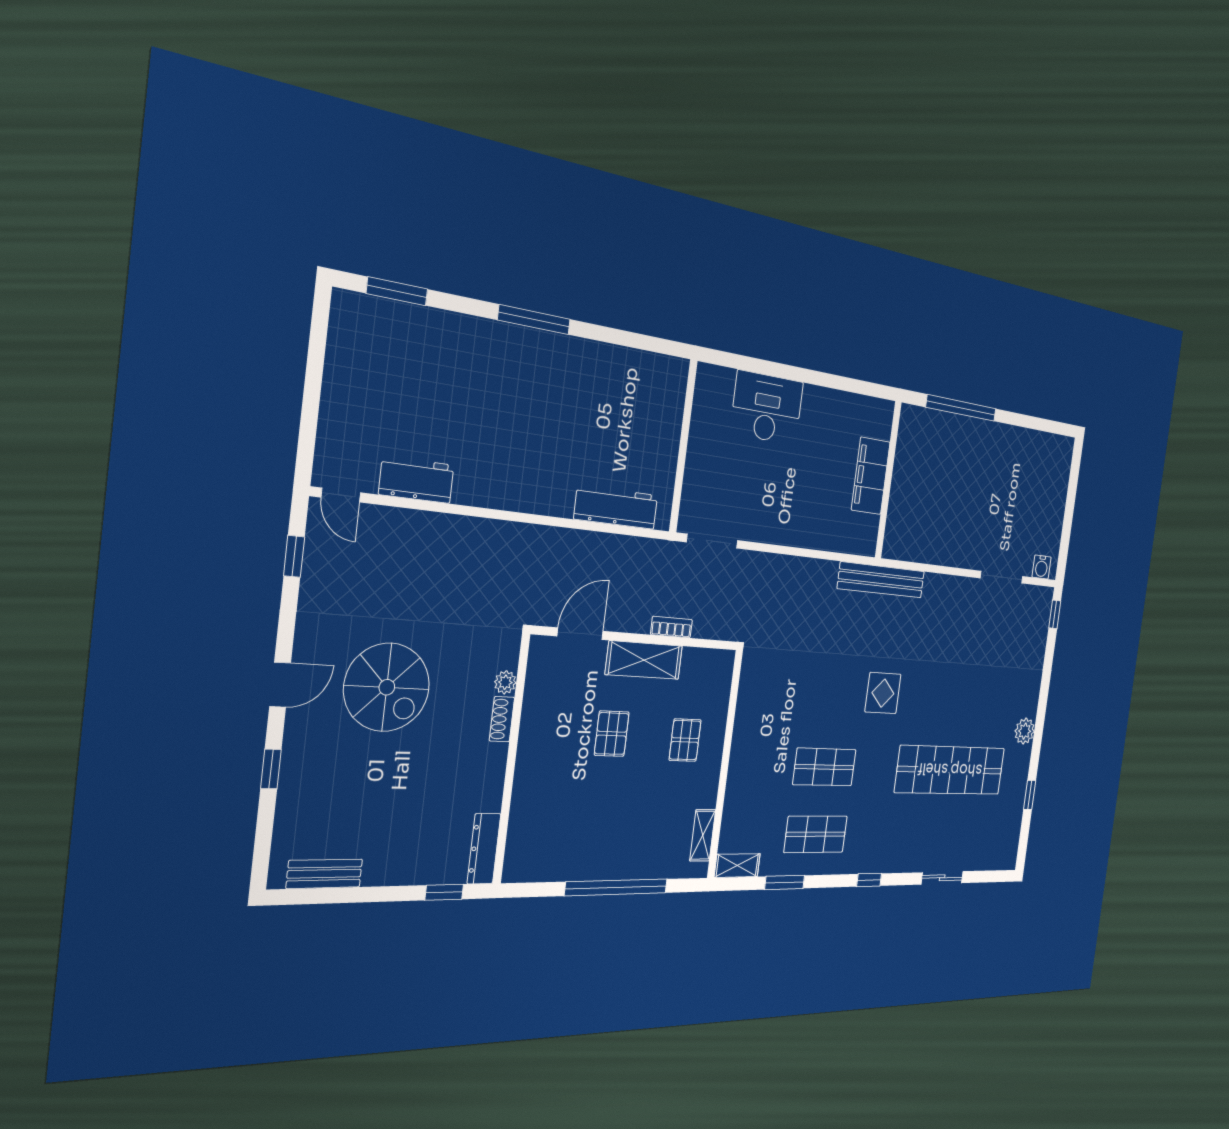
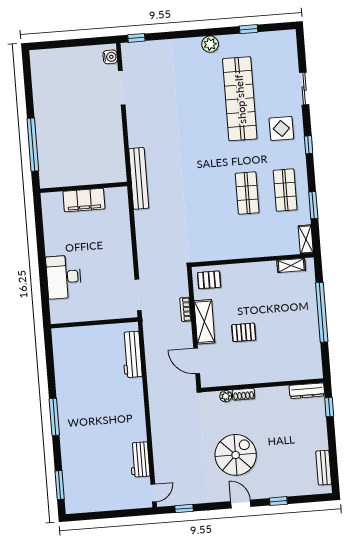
display table: (883, 693) -> (281, 129), moved
pallet: (685, 740) -> (209, 280), moved

